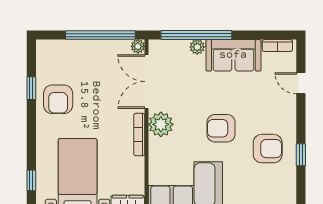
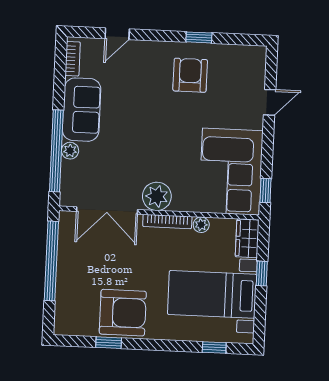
plant: (138, 46) -> (201, 225), moved
armchair: (58, 99) -> (123, 313), width x1.36, depth x1.36
armchair: (221, 128) -> (164, 128), removed

